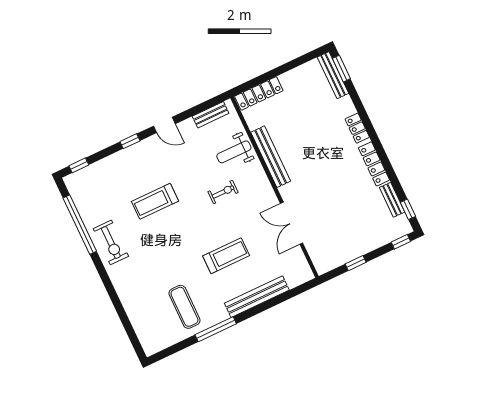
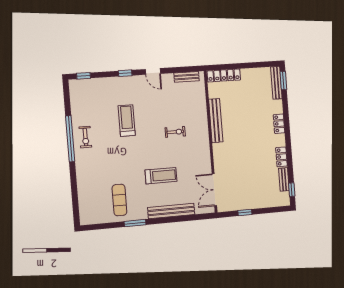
weight bench: (234, 152) -> (193, 108), removed
locker: (374, 164) -> (281, 157), width x0.66
treadmill: (155, 201) -> (127, 121), turned 90
double door: (292, 223) -> (214, 190), moved
window: (80, 225) -> (70, 139), moved
exercise bike: (111, 242) -> (85, 137), width x0.73, depth x0.72
window: (401, 242) -> (279, 209), removed
window: (216, 329) -> (135, 223), width x0.69

